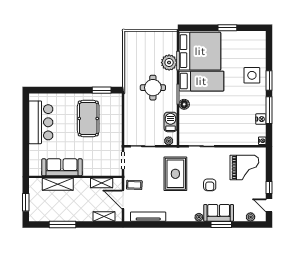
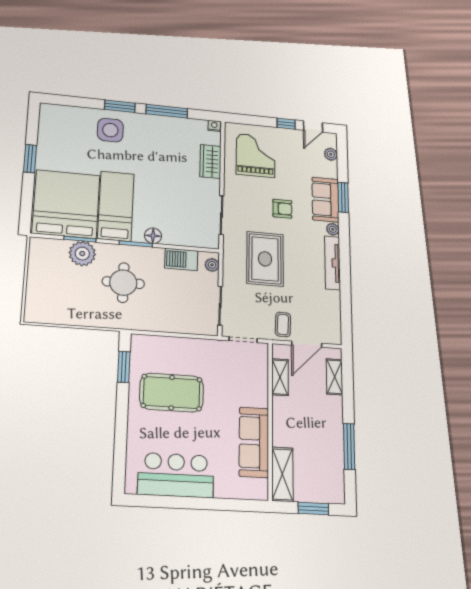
nightstand: (261, 119) -> (180, 124), removed
wardrobe: (237, 139) -> (210, 161), added
rug: (175, 174) -> (265, 259), turned 90
shelving: (58, 184) -> (282, 474), moved
tv unit: (148, 217) -> (333, 263), moved

